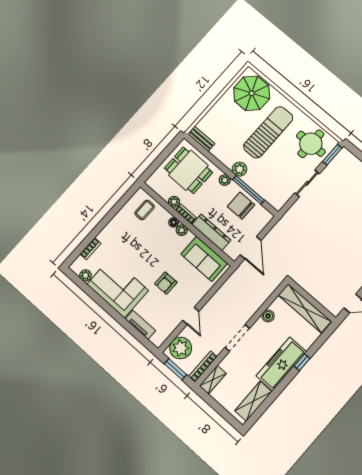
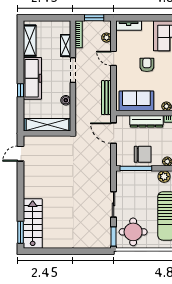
window: (249, 190) -> (136, 168), moved
bench: (229, 286) -> (106, 98), added
tv unit: (140, 325) -> (129, 25), moved
plant: (181, 348) -> (107, 38), width x0.53, depth x0.53
shelving: (213, 380) -> (66, 45), moved

